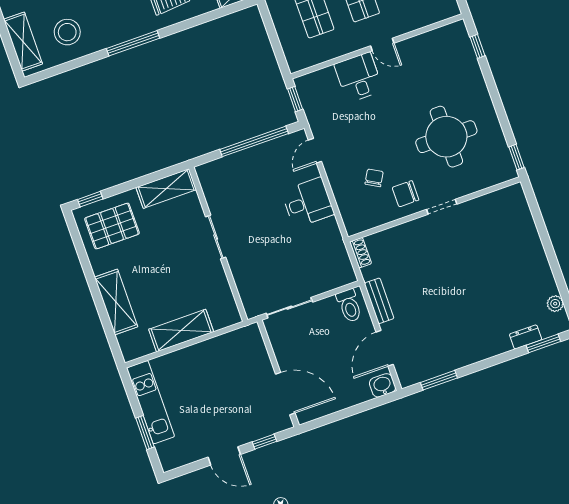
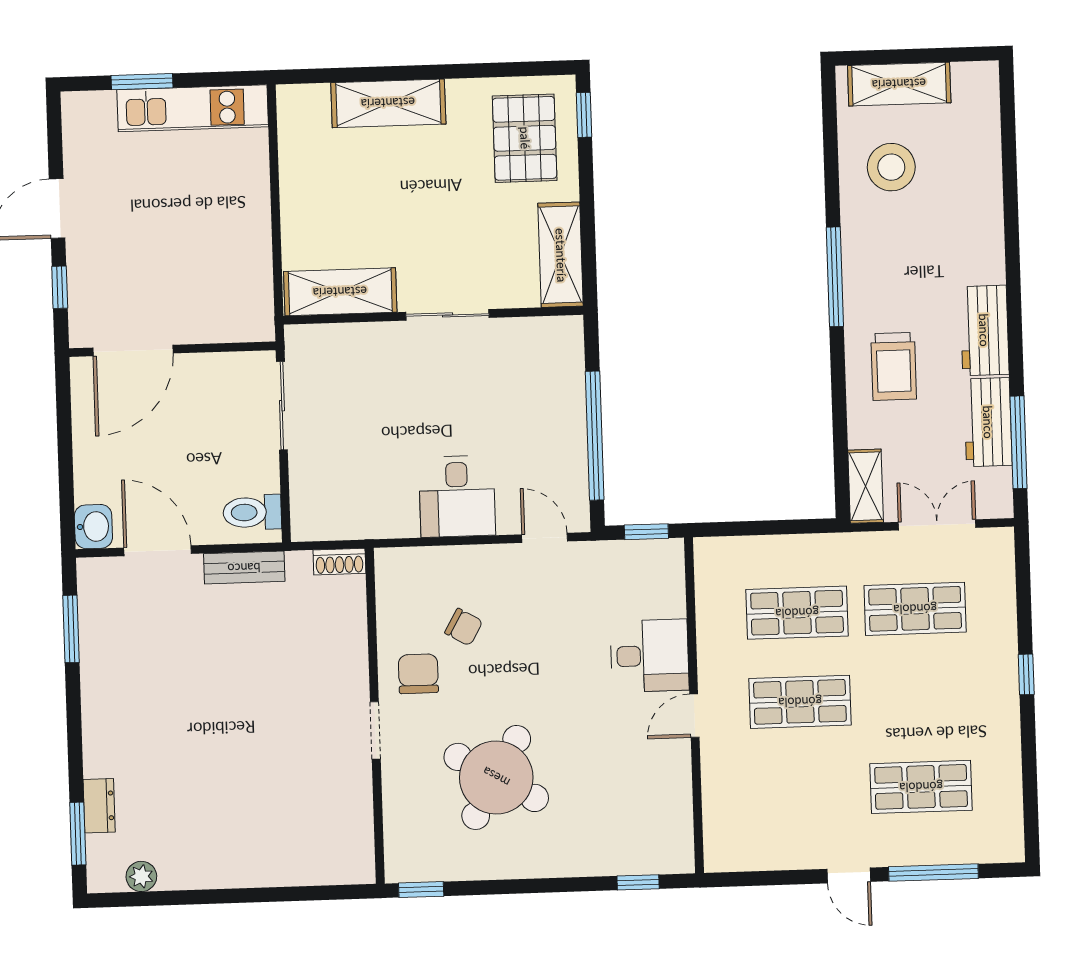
round table: (446, 137) -> (496, 777), turned 30
shelving: (181, 331) -> (340, 292), moved, turned 90

